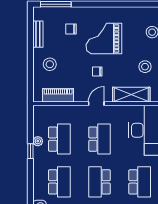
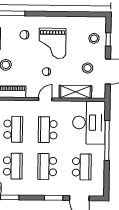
grand piano: (104, 39) -> (52, 43), turned -90
school desk: (99, 139) -> (48, 130), turned 180

